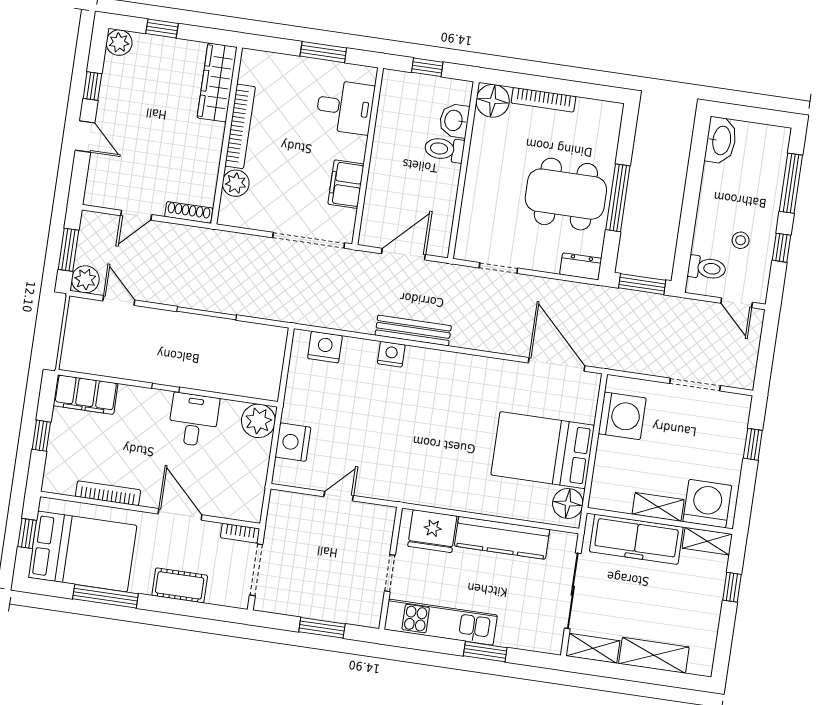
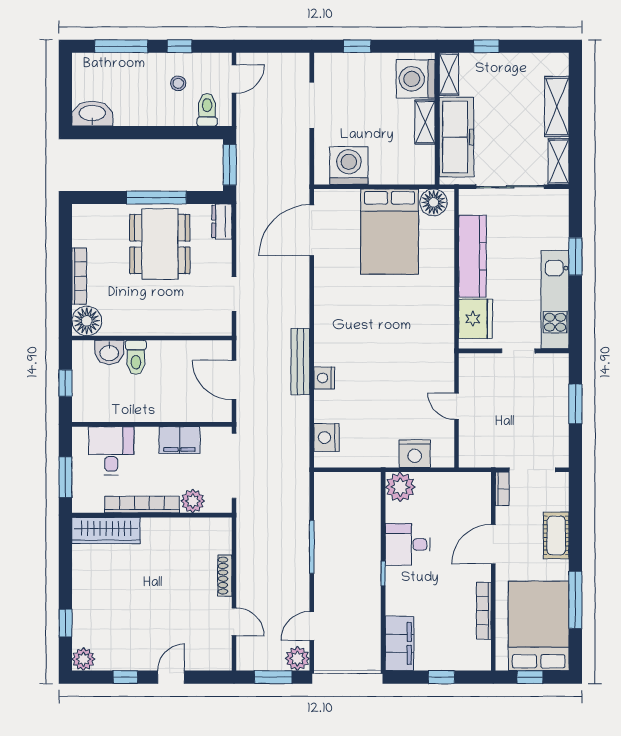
wardrobe: (217, 82) -> (106, 530), moved
bookcase: (240, 126) -> (142, 505), moved
wall: (227, 136) -> (152, 515), moved
plant: (236, 183) -> (193, 501), moved

